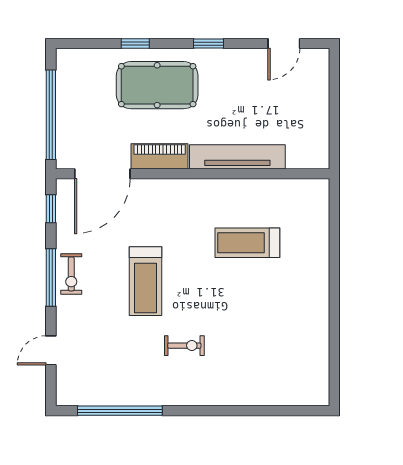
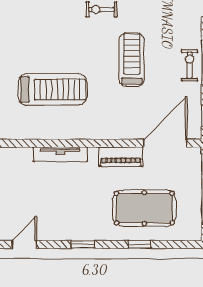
pool table: (157, 85) -> (144, 208), moved
tv unit: (237, 157) -> (60, 154), width x0.73, depth x0.78
treadmill: (247, 243) -> (53, 89), width x1.37, depth x1.38

